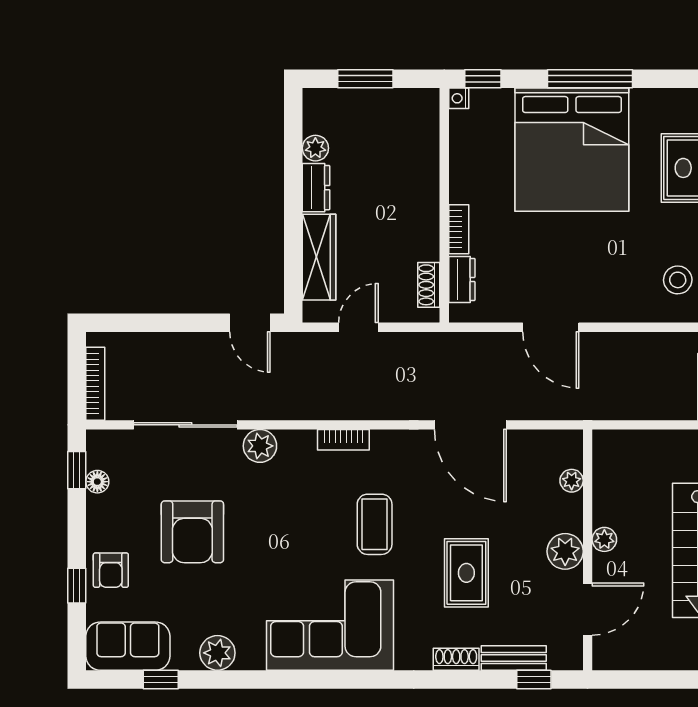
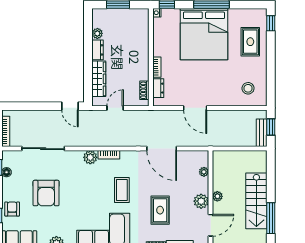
plant: (260, 446) -> (90, 157), moved
armchair: (111, 570) -> (12, 209), turned 180

